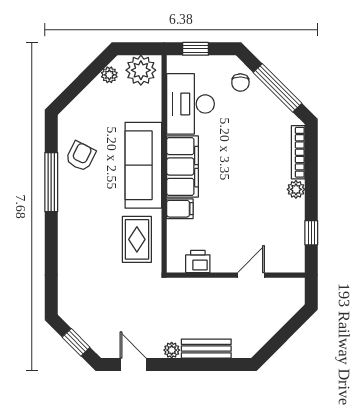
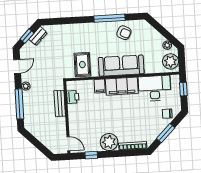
window: (278, 88) -> (166, 133), width x0.69
plant: (296, 189) -> (109, 142), width x1.87, depth x1.87
rug: (137, 239) -> (82, 65), turned 90
door: (251, 275) -> (68, 144), moved
dresser: (77, 321) -> (38, 36), added
bench: (206, 349) -> (60, 103), moved
window: (205, 365) -> (19, 104), added

